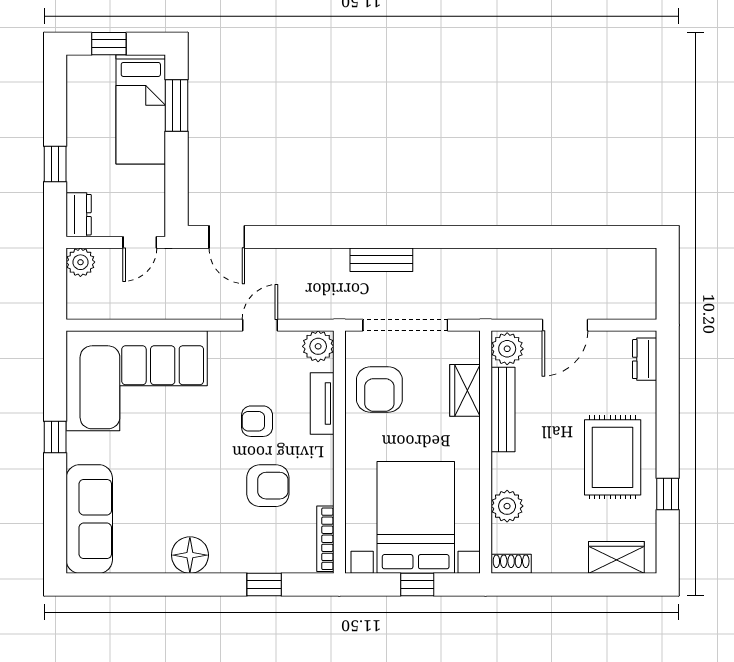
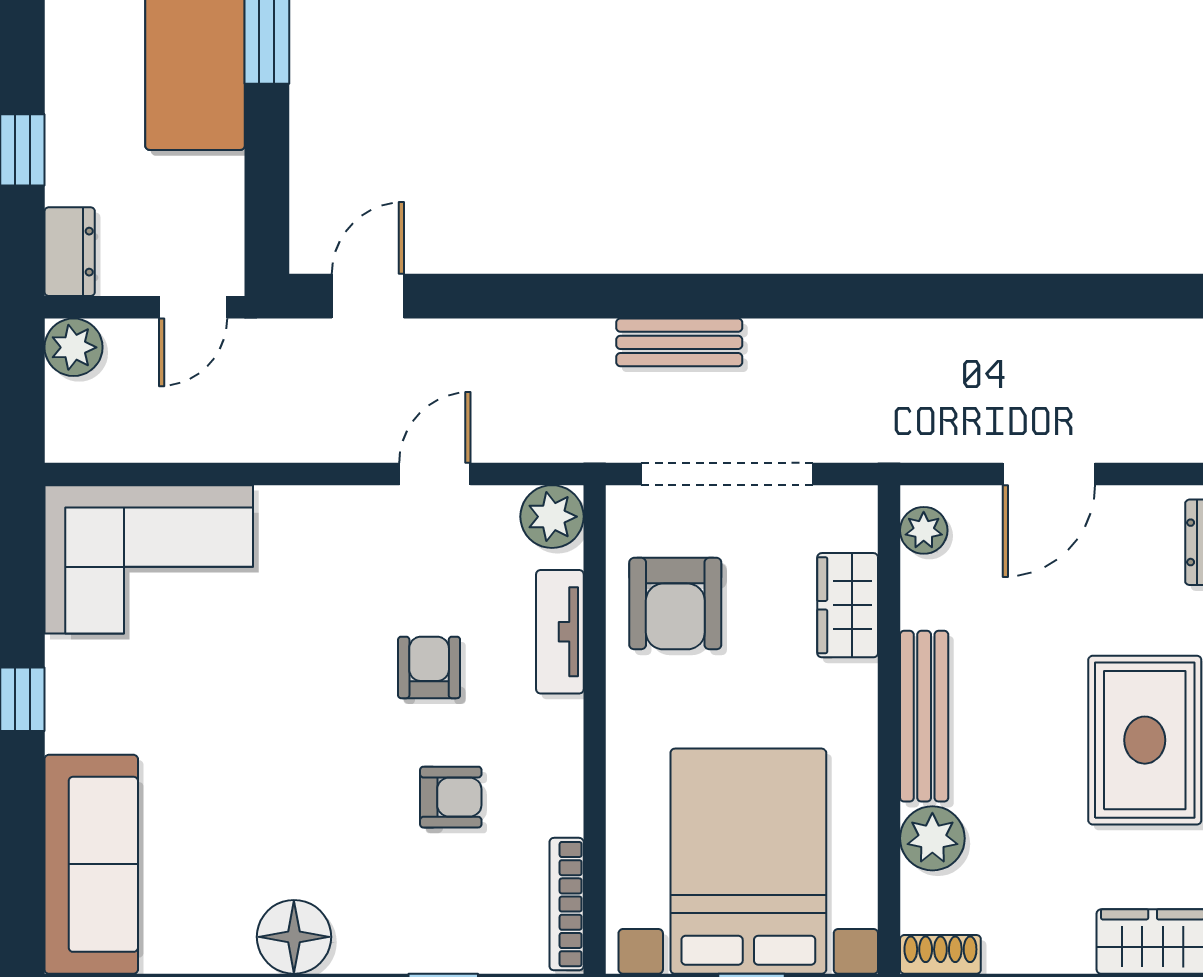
door: (227, 237) -> (368, 296), swing flipped
plant: (507, 349) -> (924, 530), width x0.73, depth x0.73
corner sofa: (137, 381) -> (149, 559), width x0.73, depth x0.74
bench: (503, 410) -> (924, 716), moved
armchair: (257, 421) -> (429, 667), turned 90
armchair: (268, 486) -> (451, 797), width x0.72, depth x0.72

